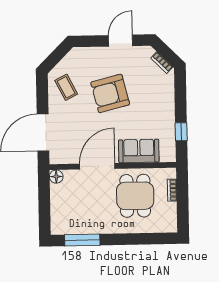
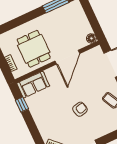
armchair: (110, 93) -> (80, 109), width x0.53, depth x0.53
sofa: (139, 151) -> (33, 85), moved

